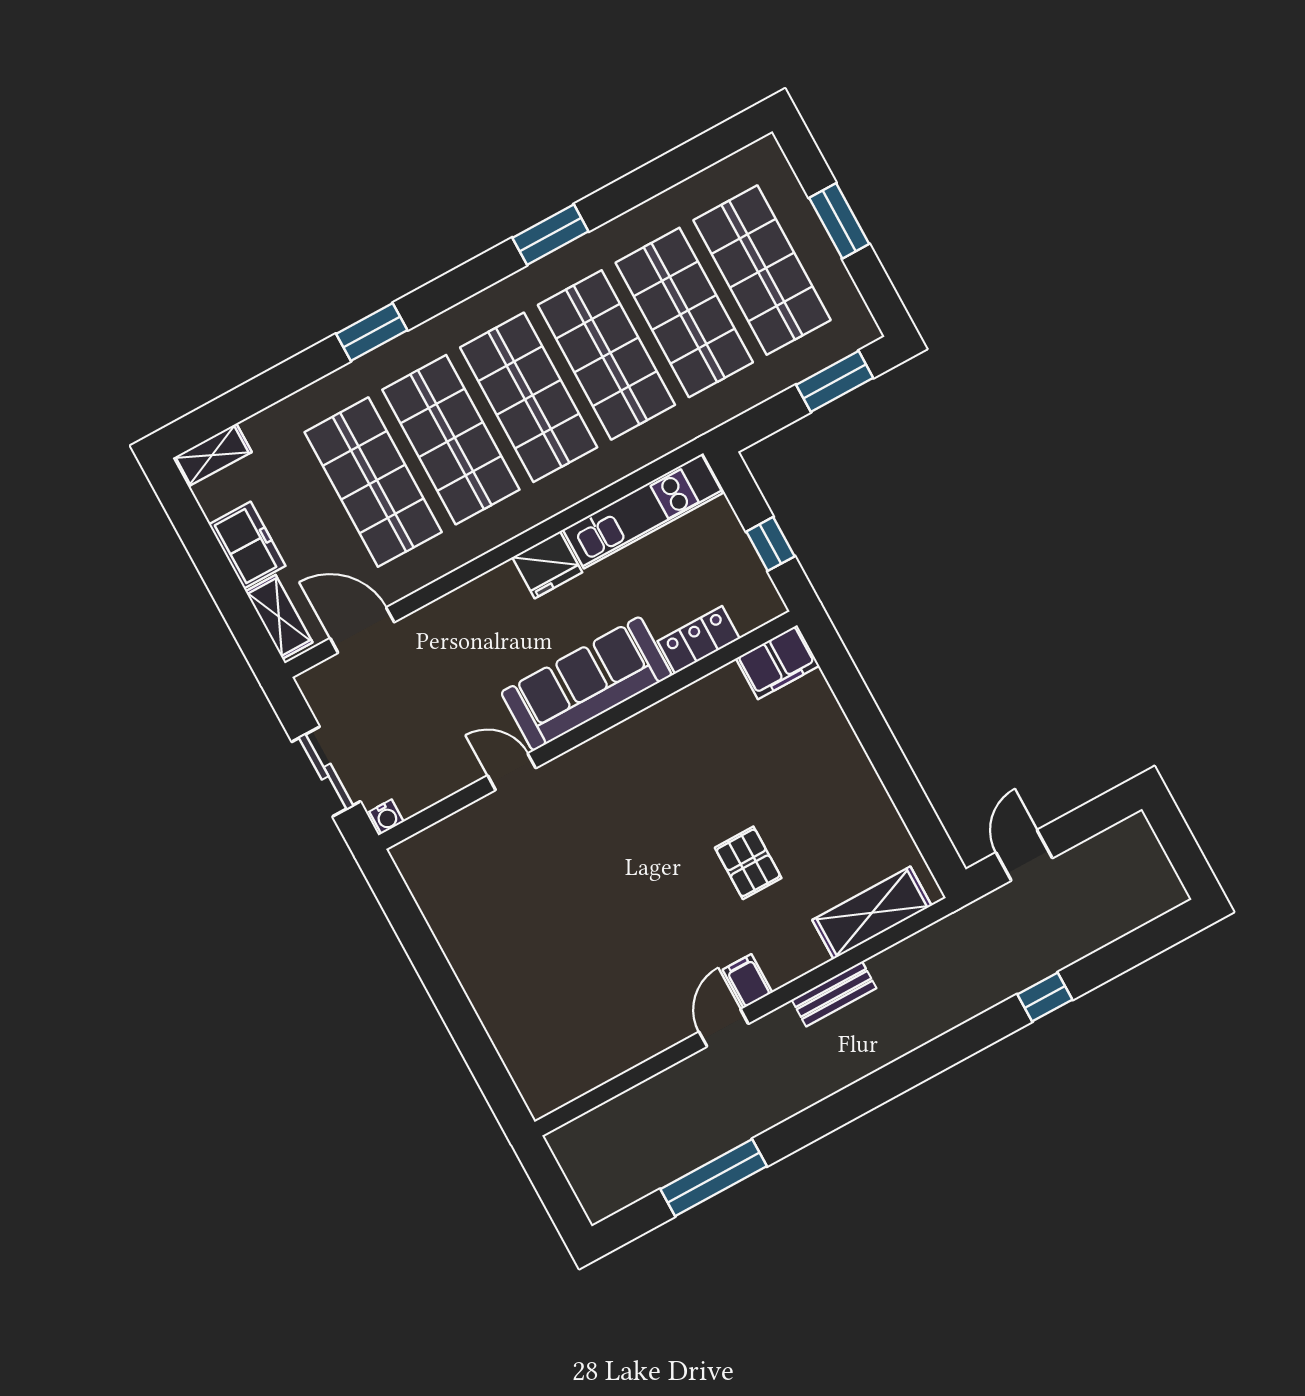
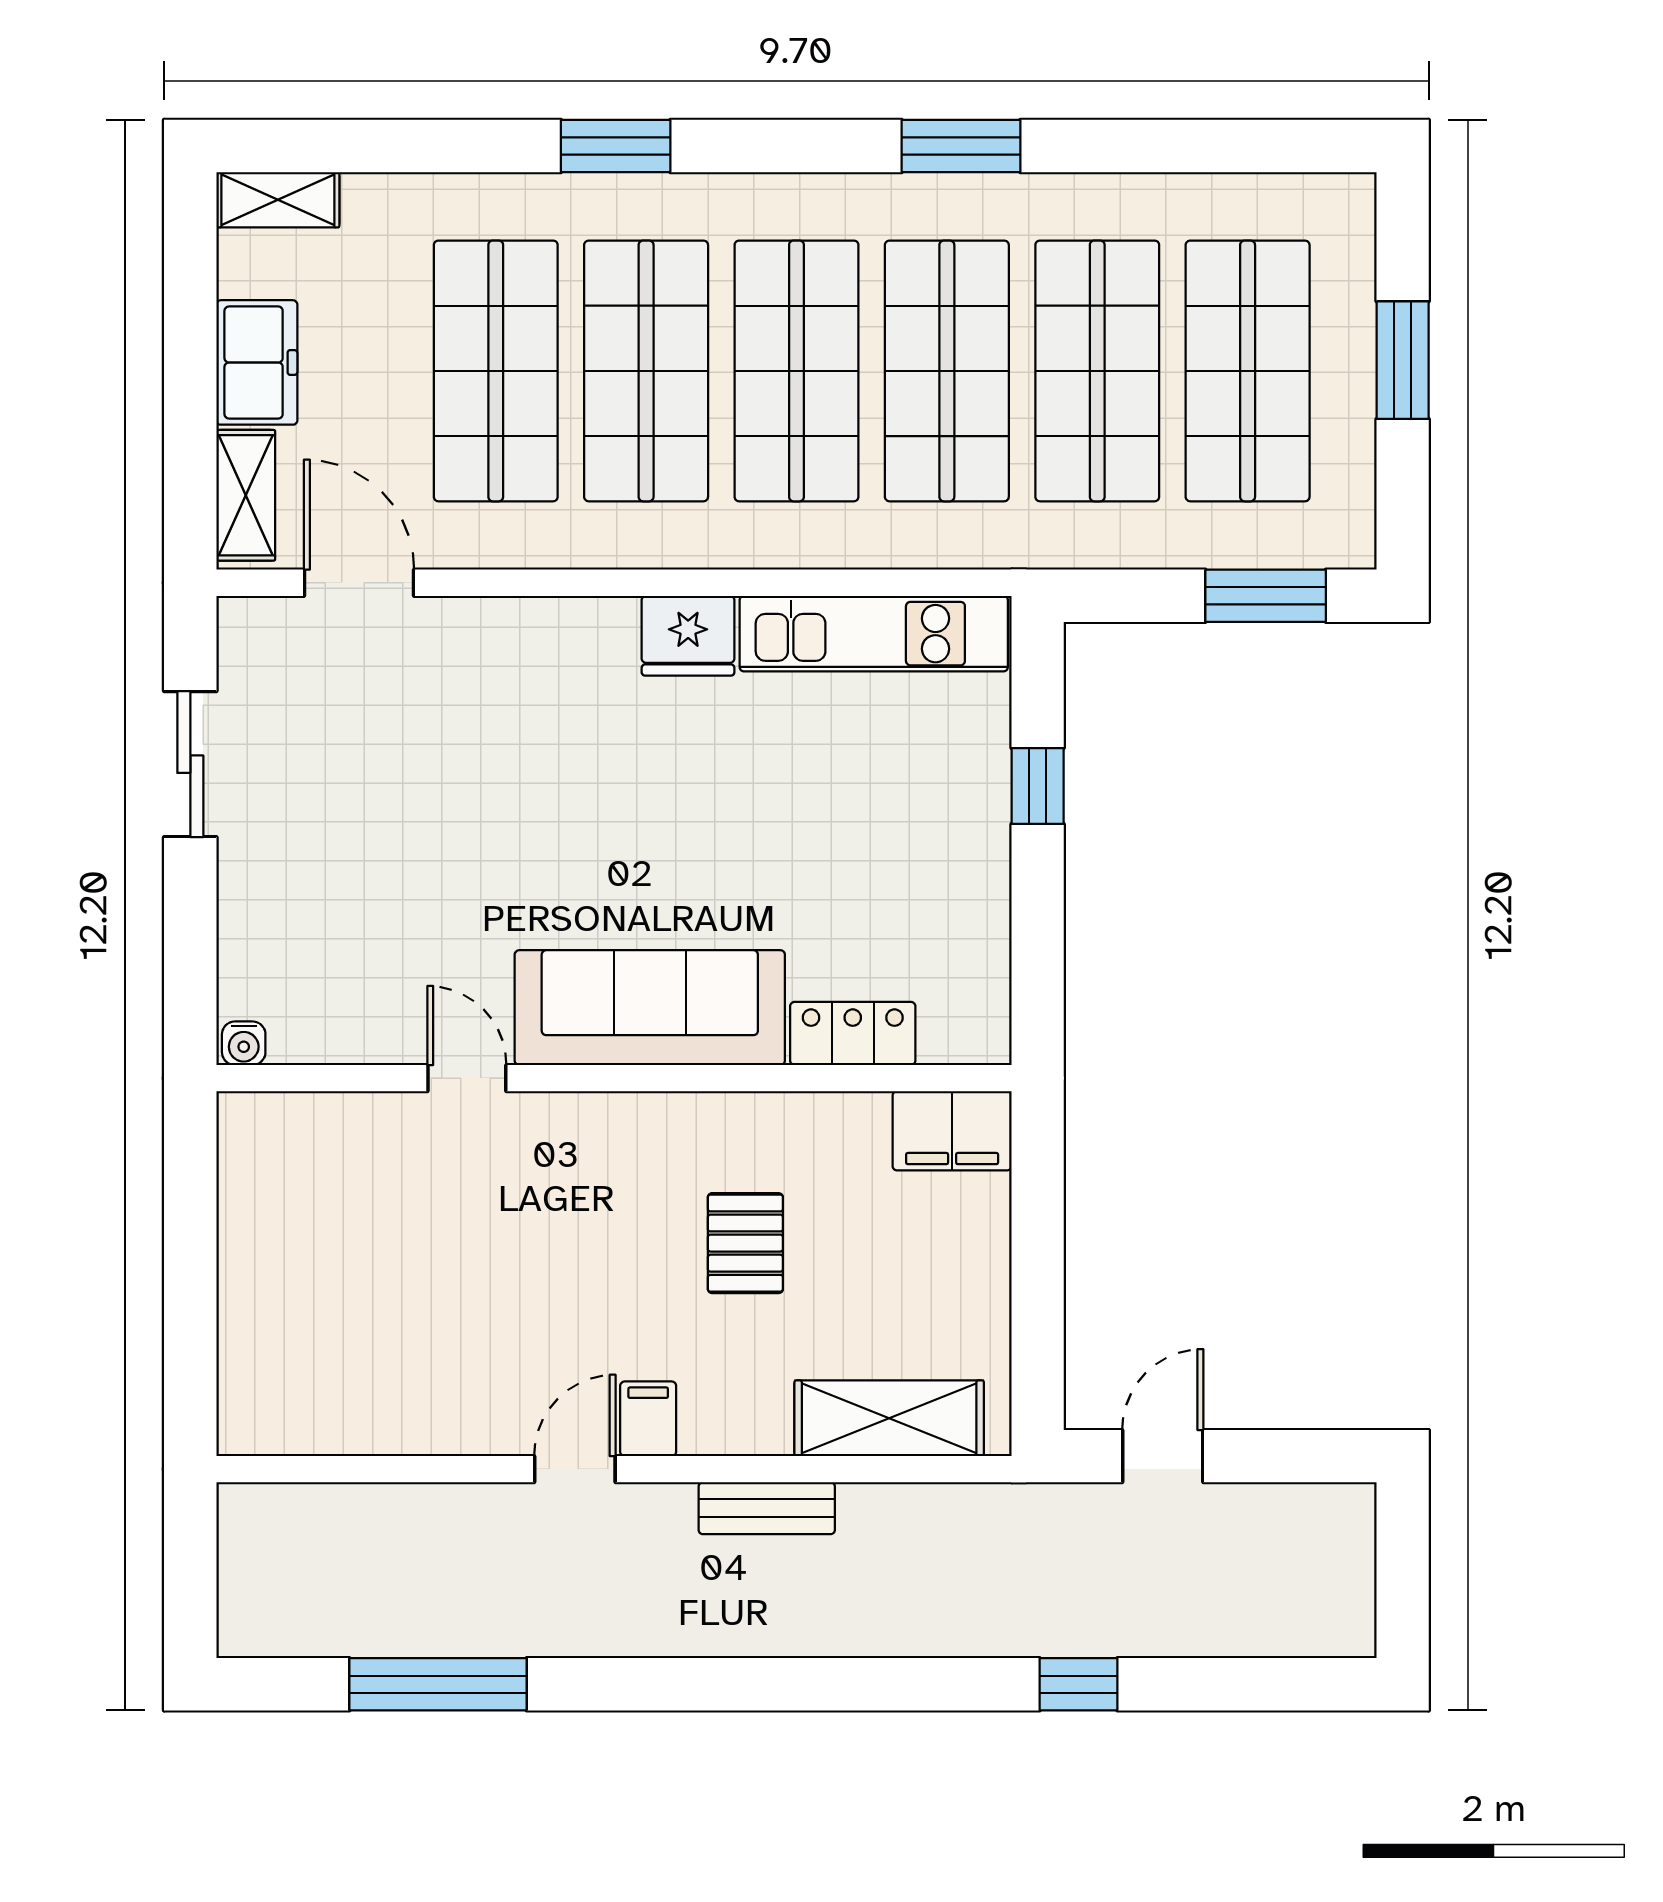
locker: (699, 640) -> (853, 1033), moved
filing cabinet: (777, 662) -> (952, 1131), moved
sofa: (586, 684) -> (650, 1008), moved
wall: (588, 730) -> (614, 1078), moved
door: (512, 772) -> (467, 1078), moved
water cooler: (386, 817) -> (244, 1043), moved

